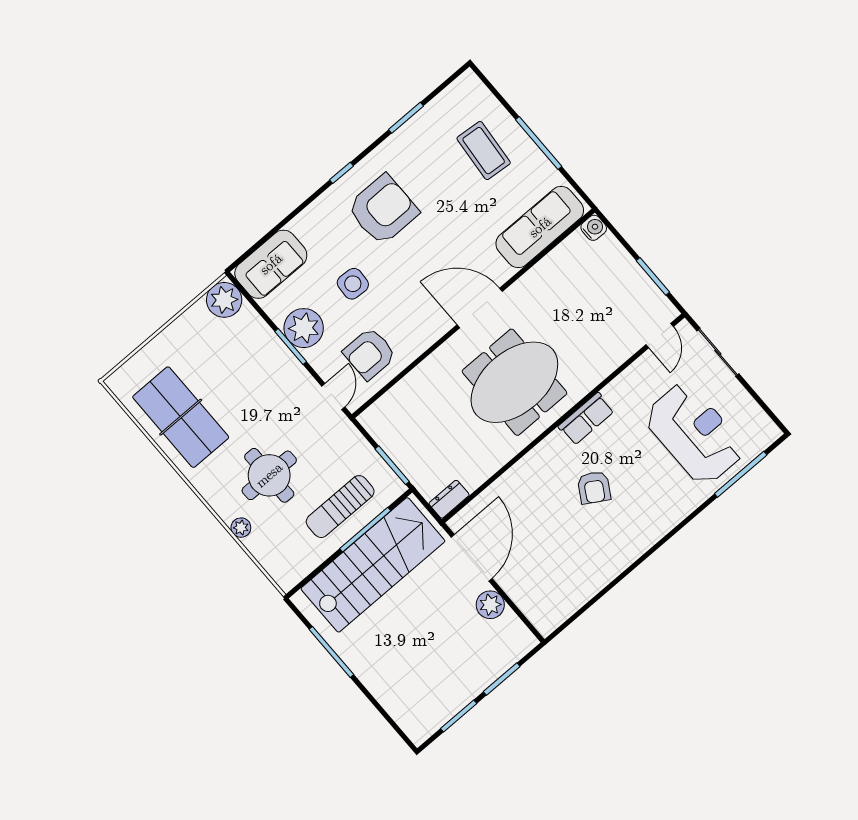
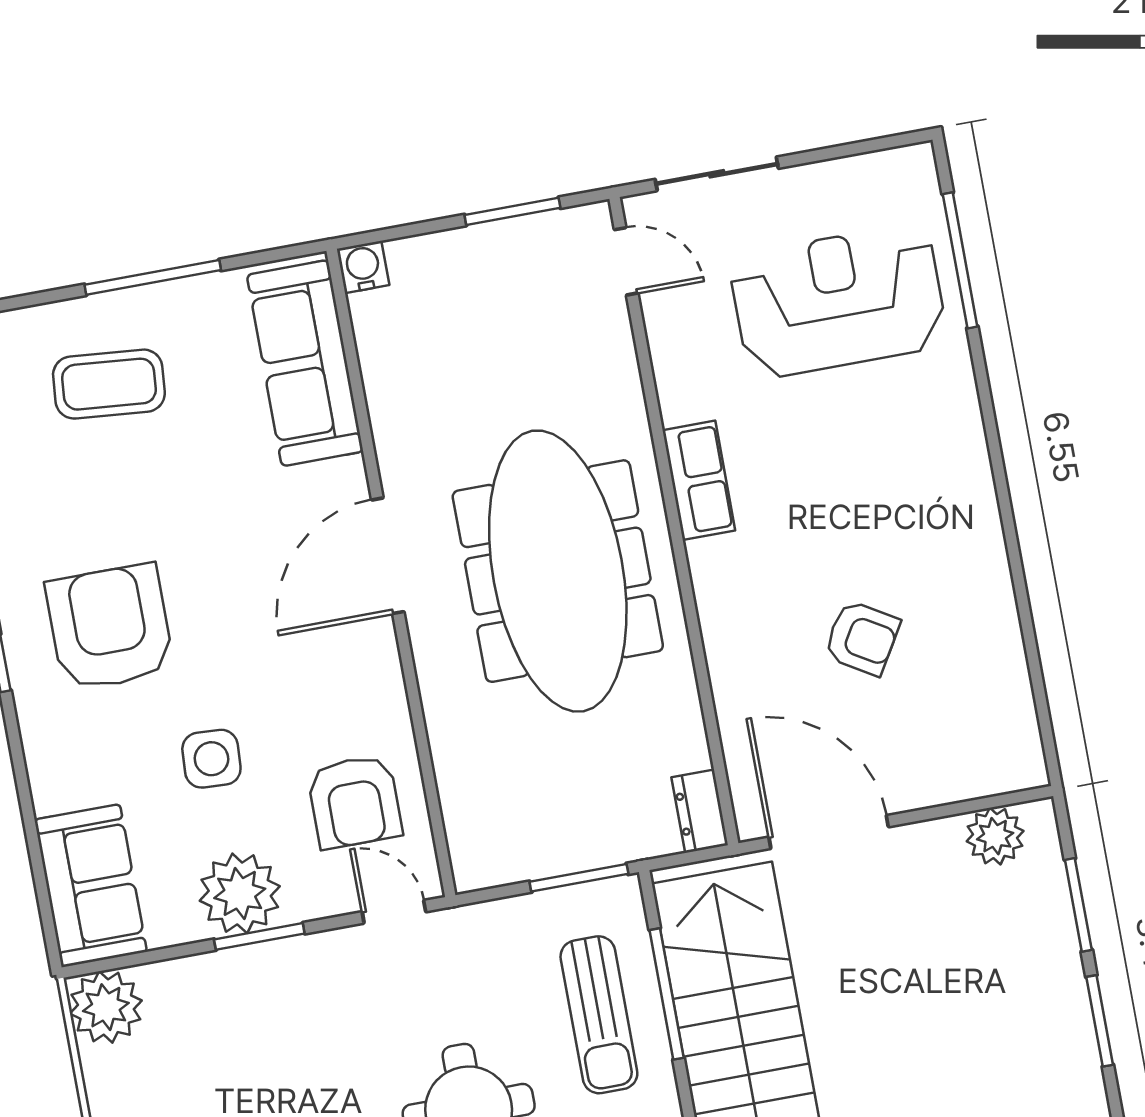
meeting table: (514, 382) -> (558, 571), width x1.36
armchair: (594, 488) -> (862, 638), moved
plant: (490, 605) -> (995, 836), moved

